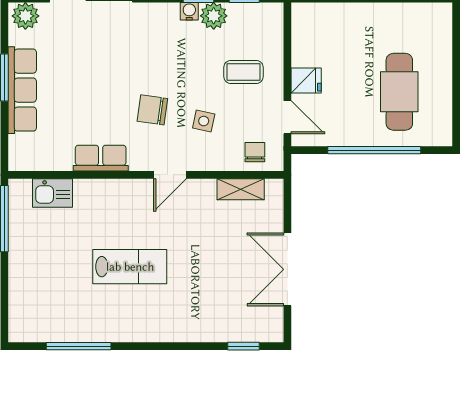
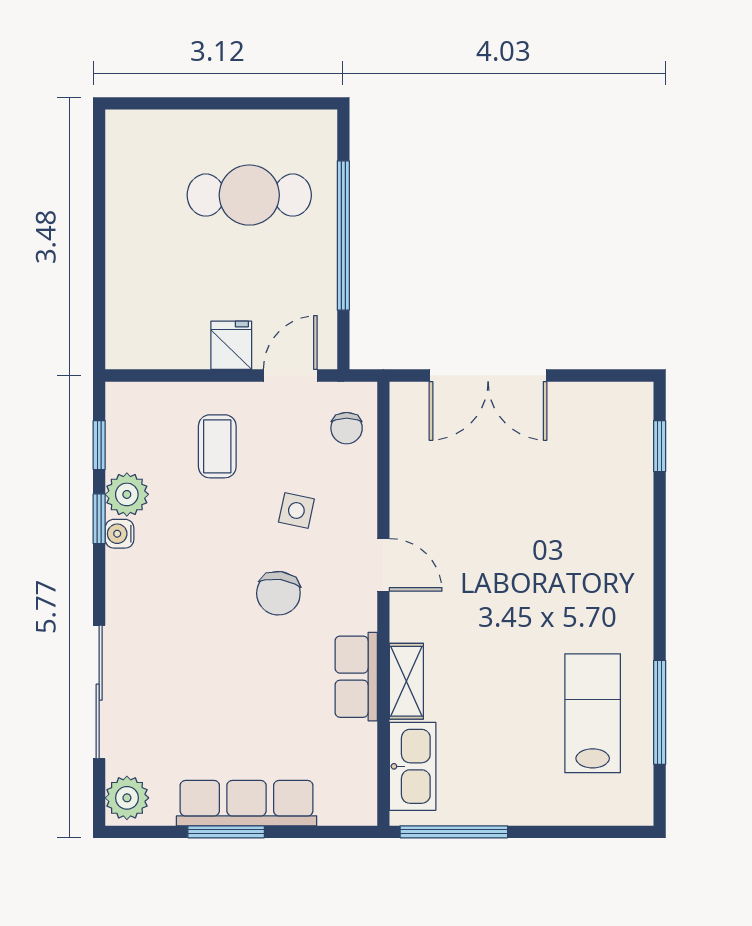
chair: (255, 152) -> (347, 428), turned -90
shelving: (241, 189) -> (406, 681), moved
kitchen sink: (53, 193) -> (413, 766), width x1.38
lab bench: (130, 267) -> (593, 713), moved
double door: (287, 269) -> (488, 375), moved

